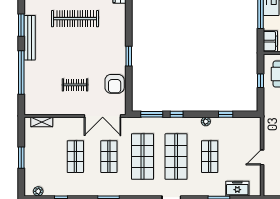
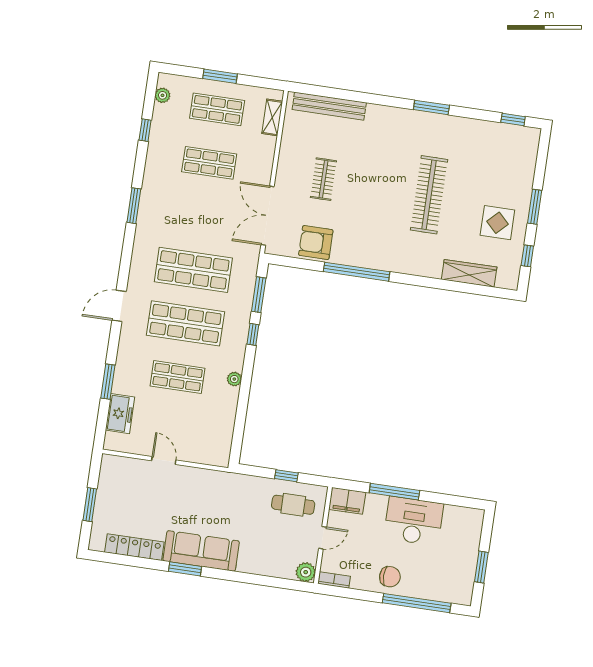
bench: (30, 38) -> (329, 106), moved
window: (129, 56) -> (357, 272), width x2.11
window: (21, 72) -> (356, 96), removed
window: (226, 114) -> (241, 412), removed
shop shelf: (109, 157) -> (217, 109), moved

